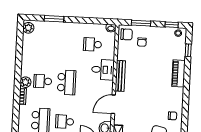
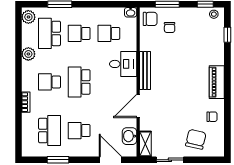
school desk: (45, 42) -> (50, 33), added
school desk: (69, 43) -> (79, 33), added
piano: (178, 73) -> (217, 82), moved
plant: (25, 82) -> (28, 54), moved
school desk: (67, 82) -> (79, 82), turned 180

